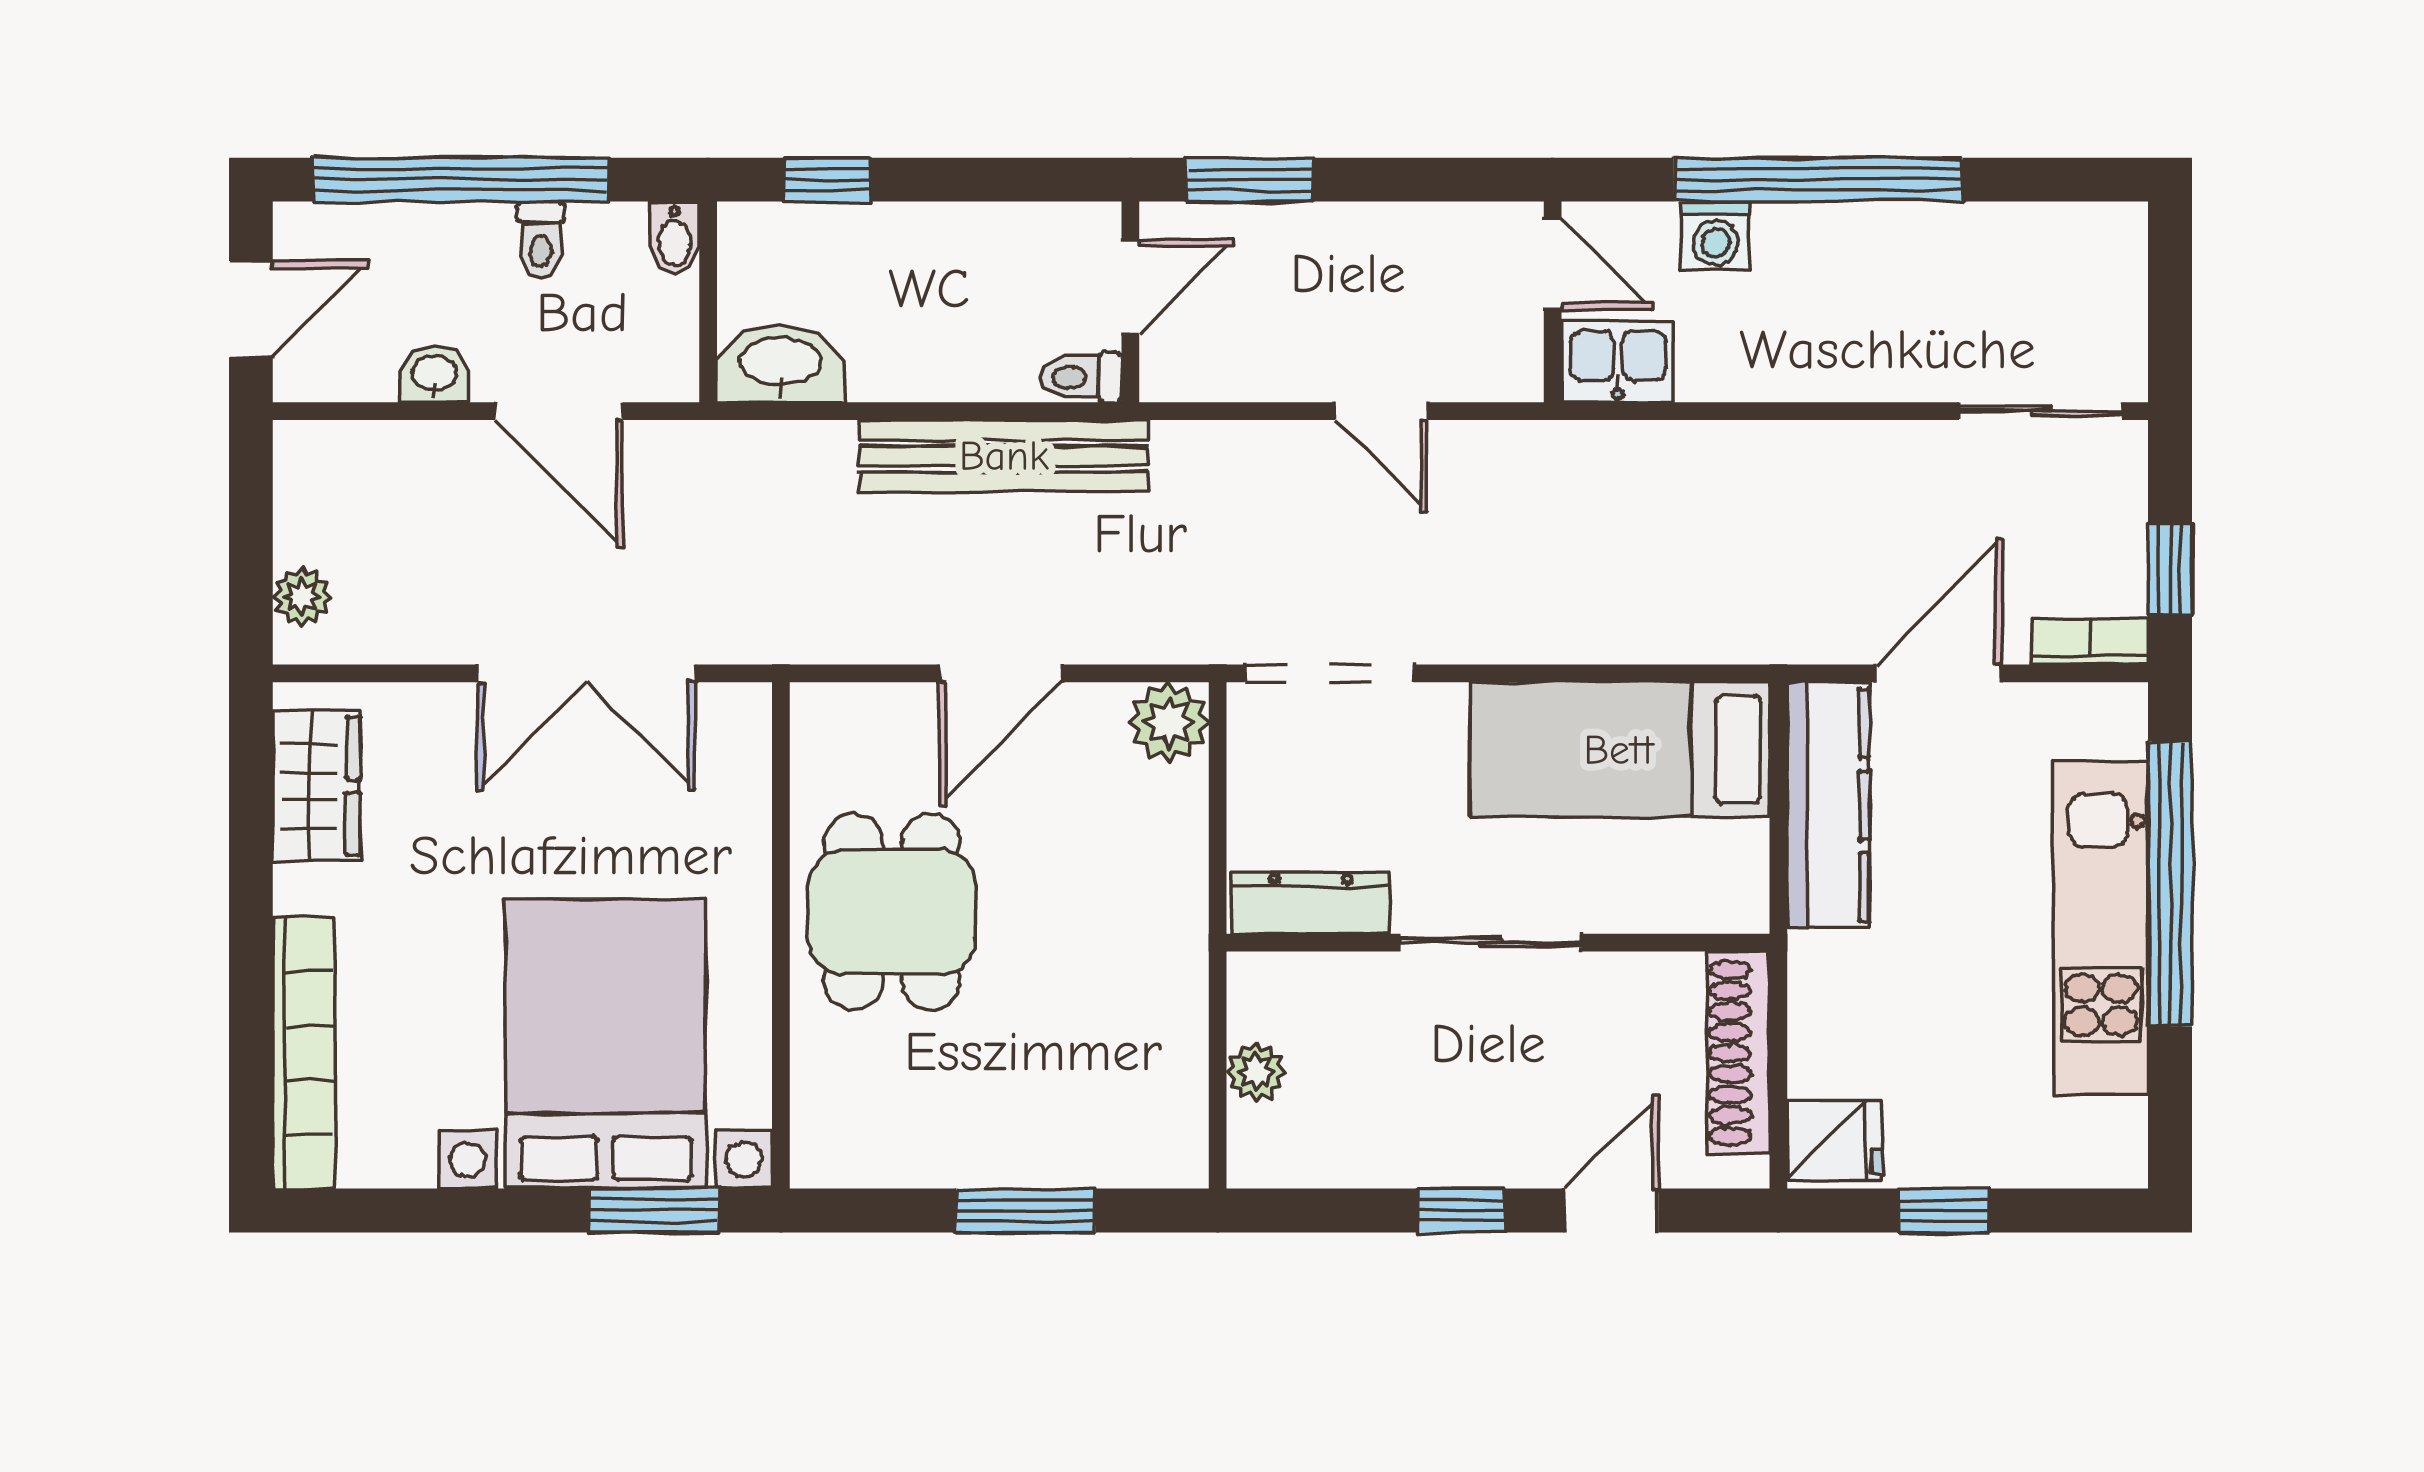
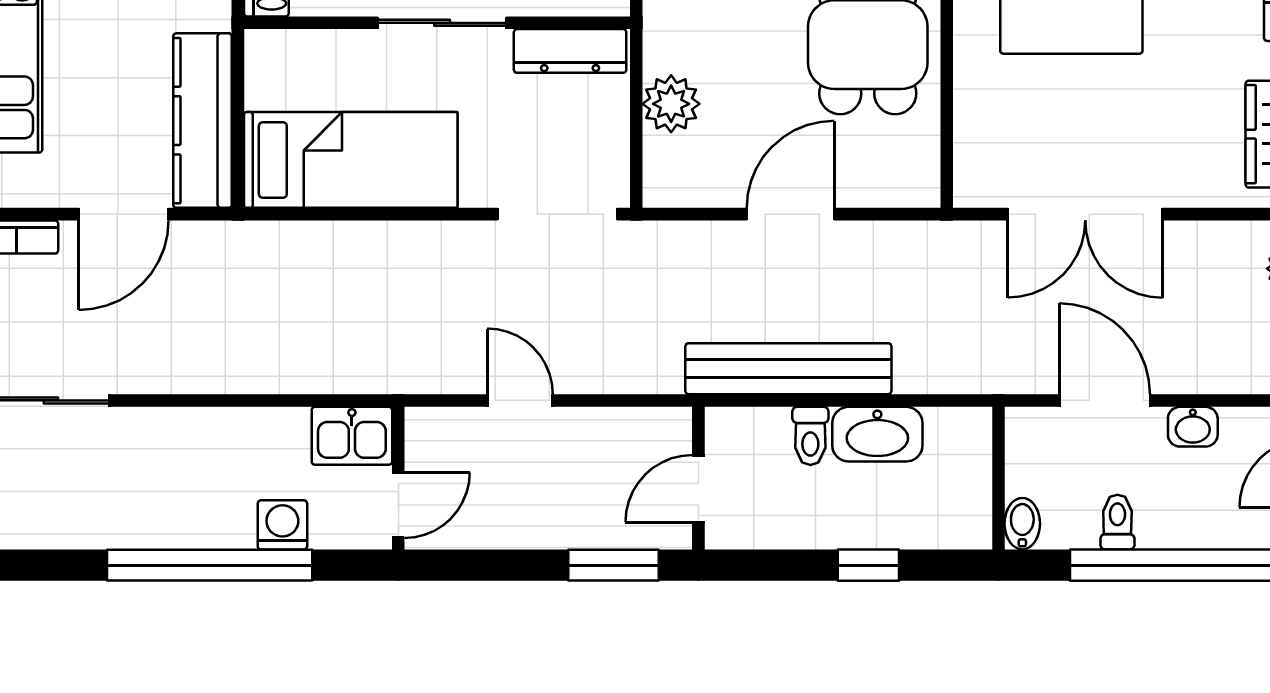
window: (828, 180) -> (868, 565), moved
door: (1553, 264) -> (398, 505), swing flipped
washbasin: (780, 364) -> (877, 434), moved
toilet: (1081, 377) -> (810, 436), moved, turned 90
double door: (586, 673) -> (1085, 214), swing flipped
plant: (1169, 722) -> (671, 104), moved

